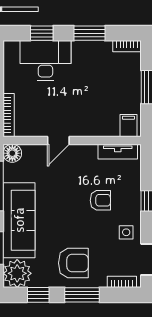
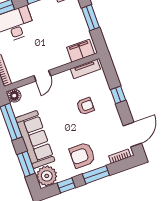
filing cabinet: (128, 126) -> (81, 51), width x2.00
side table: (126, 232) -> (111, 122), removed
armchair: (73, 263) -> (82, 155), turned 180

